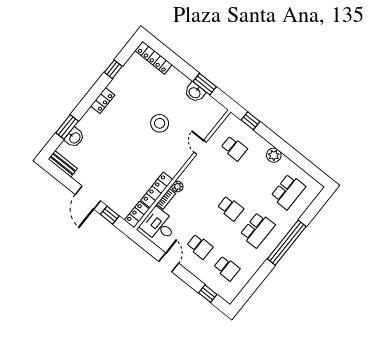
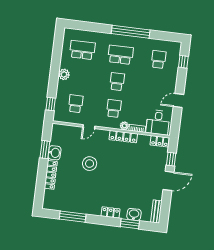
locker: (154, 58) -> (51, 175), moved
window: (113, 69) -> (73, 217), width x2.17
locker: (103, 100) -> (110, 212), moved
locker: (157, 190) -> (123, 137), moved
window: (287, 243) -> (131, 32), moved
school desk: (200, 247) -> (114, 108), moved

